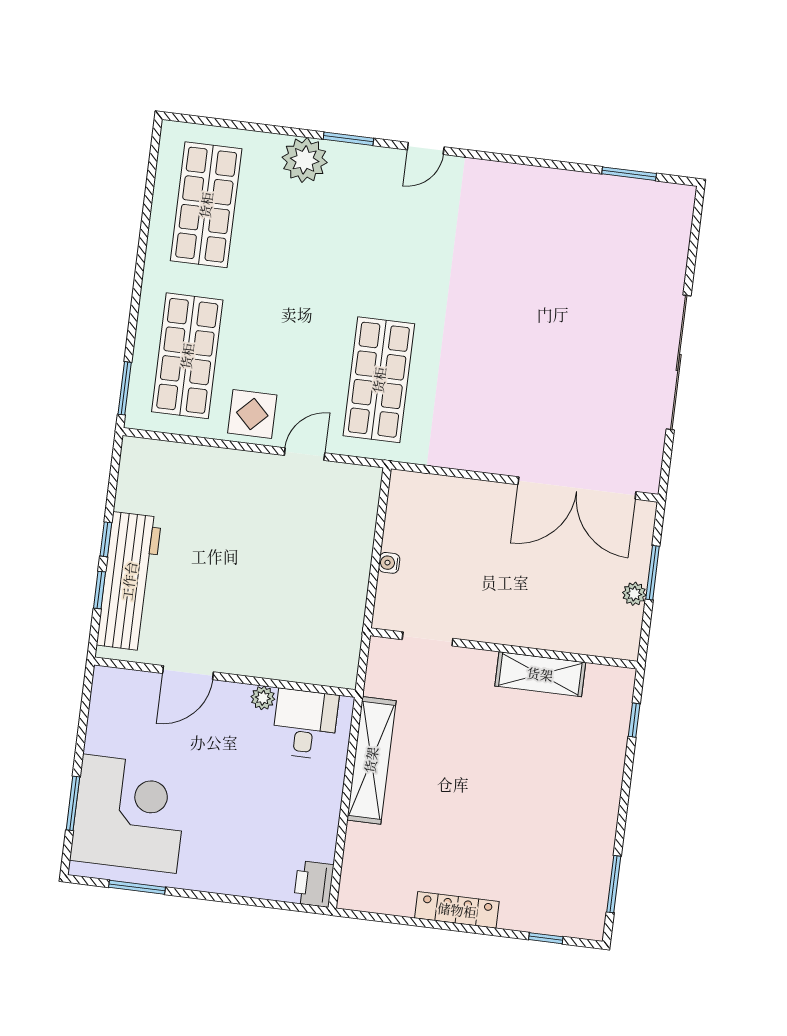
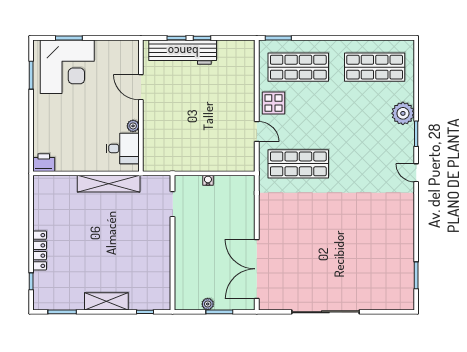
shelving: (540, 674) -> (106, 301), moved, turned 90
locker: (457, 910) -> (40, 250), moved

